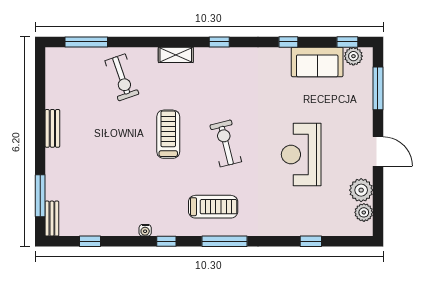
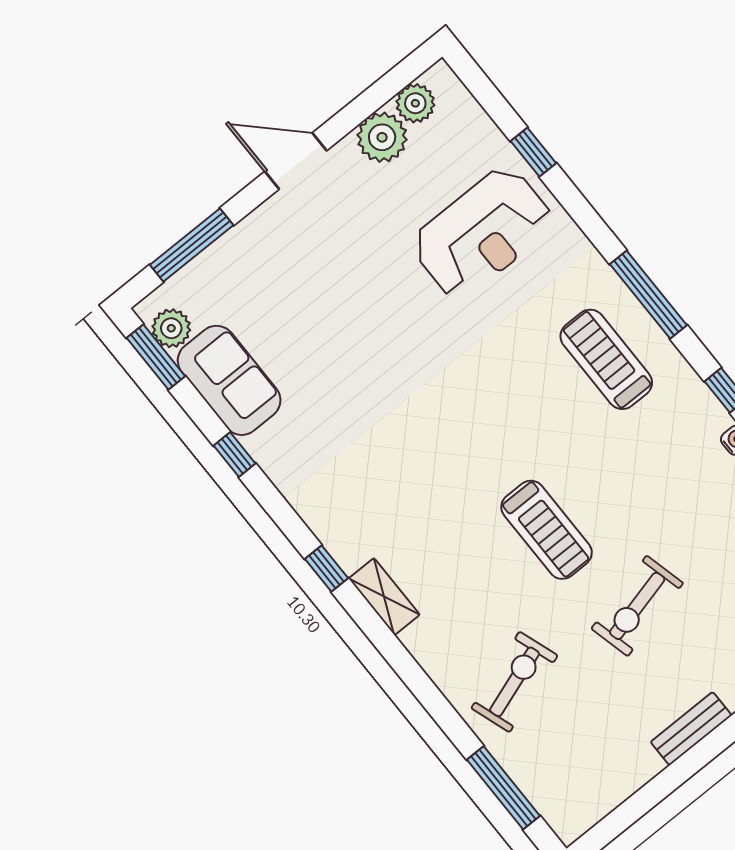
window: (347, 42) -> (156, 357), width x1.50
shelving: (176, 55) -> (384, 597), moved
treadmill: (168, 134) -> (546, 530), turned -90
exercise bike: (226, 143) -> (637, 606), moved
door: (378, 151) -> (296, 161), hinge flipped
reception desk: (301, 154) -> (482, 233), moved

